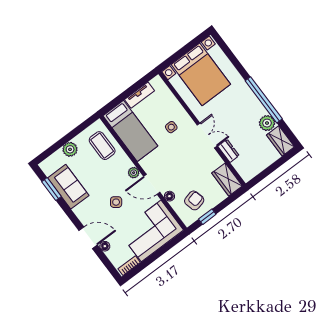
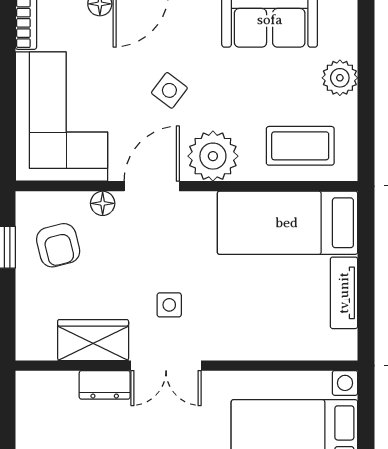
side table: (171, 127) -> (169, 305), moved
plant: (134, 173) -> (213, 156), width x1.87, depth x1.87
wardrobe: (227, 179) -> (93, 340), moved

